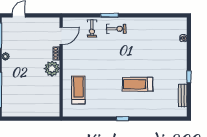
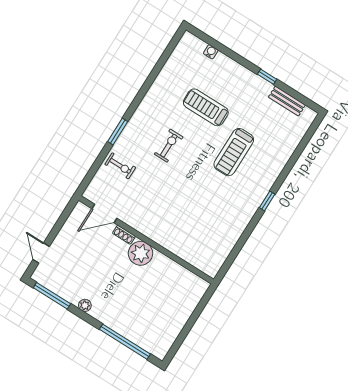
exercise bike: (116, 29) -> (169, 146), moved
door: (61, 36) -> (104, 213), swing flipped
treadmill: (78, 90) -> (206, 107), moved

